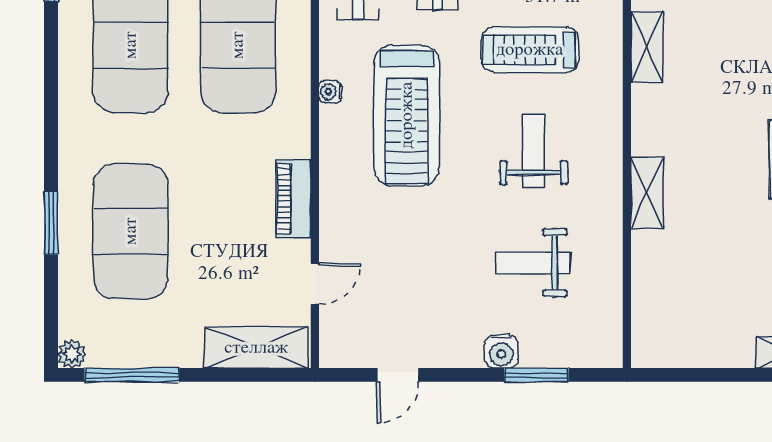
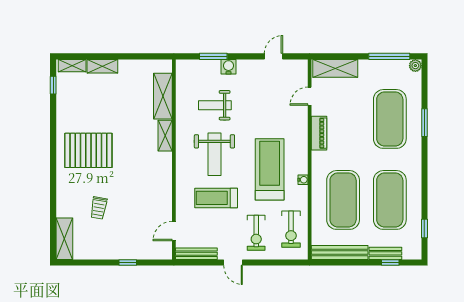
shelving: (647, 47) -> (163, 96), moved, width x1.50, depth x1.33
treadmill: (530, 50) -> (216, 198), turned 180
weight bench: (534, 150) -> (214, 154), width x1.36, depth x1.33
weight bench: (533, 263) -> (215, 105), turned 180

